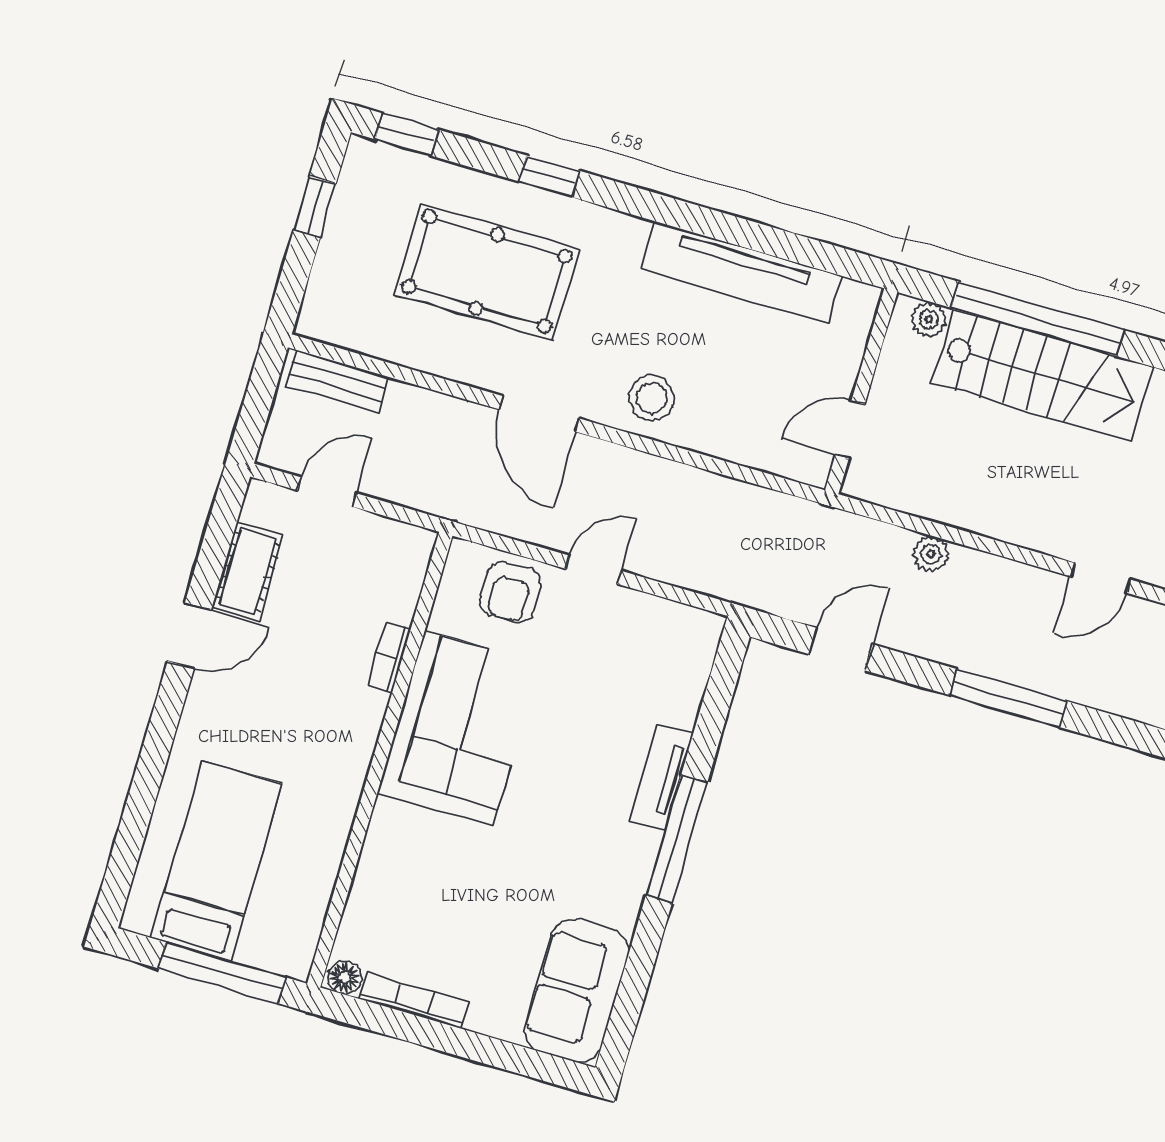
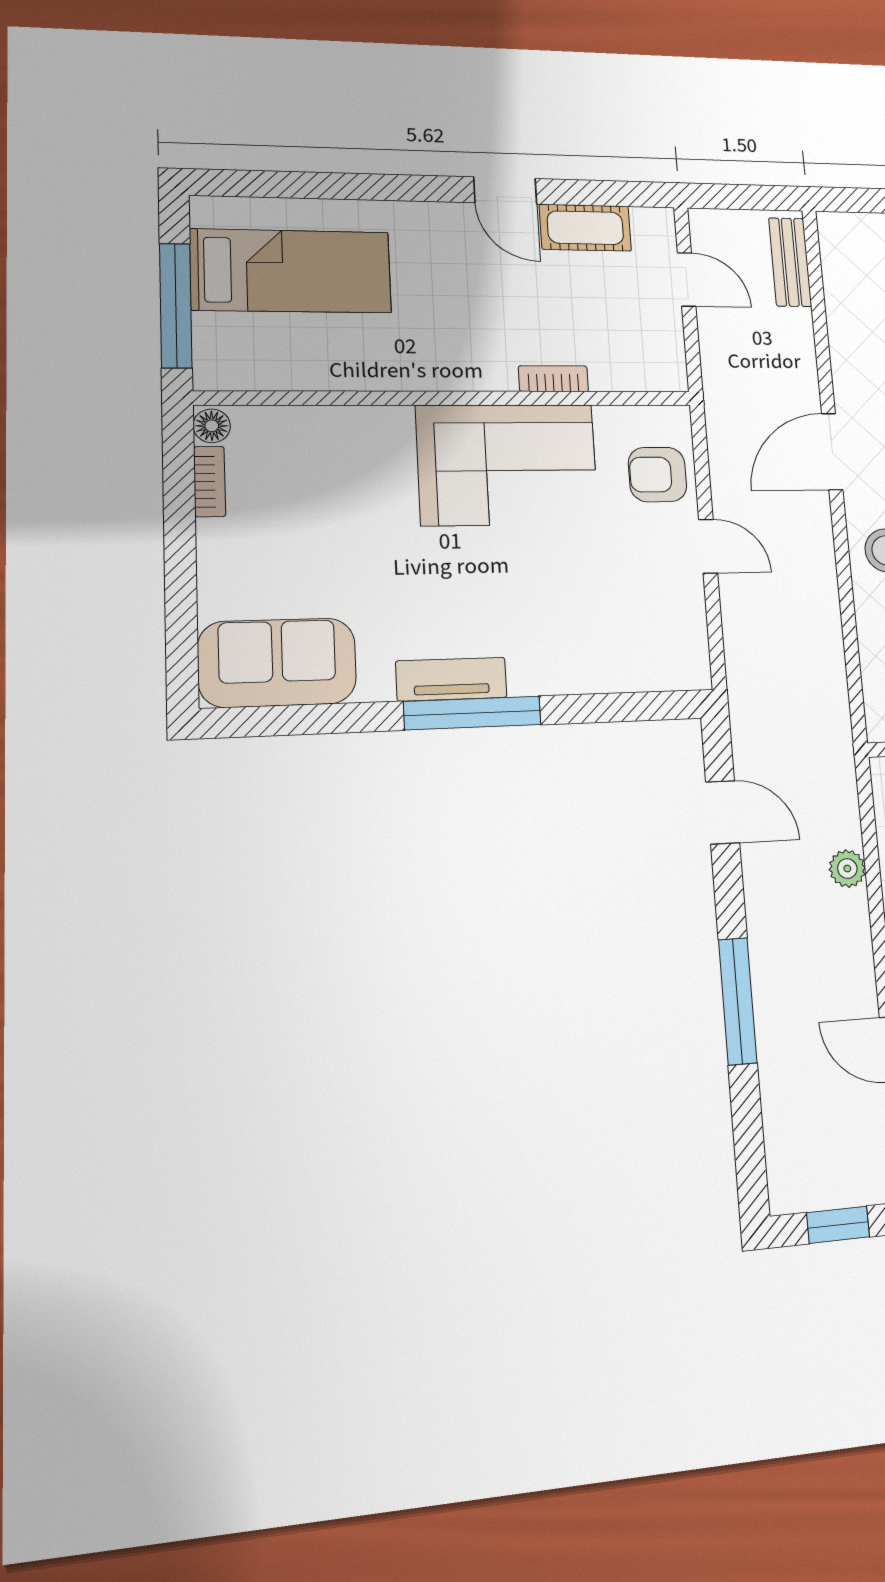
tv unit: (661, 777) -> (451, 679), moved
bookcase: (414, 1001) -> (209, 482), width x0.64

